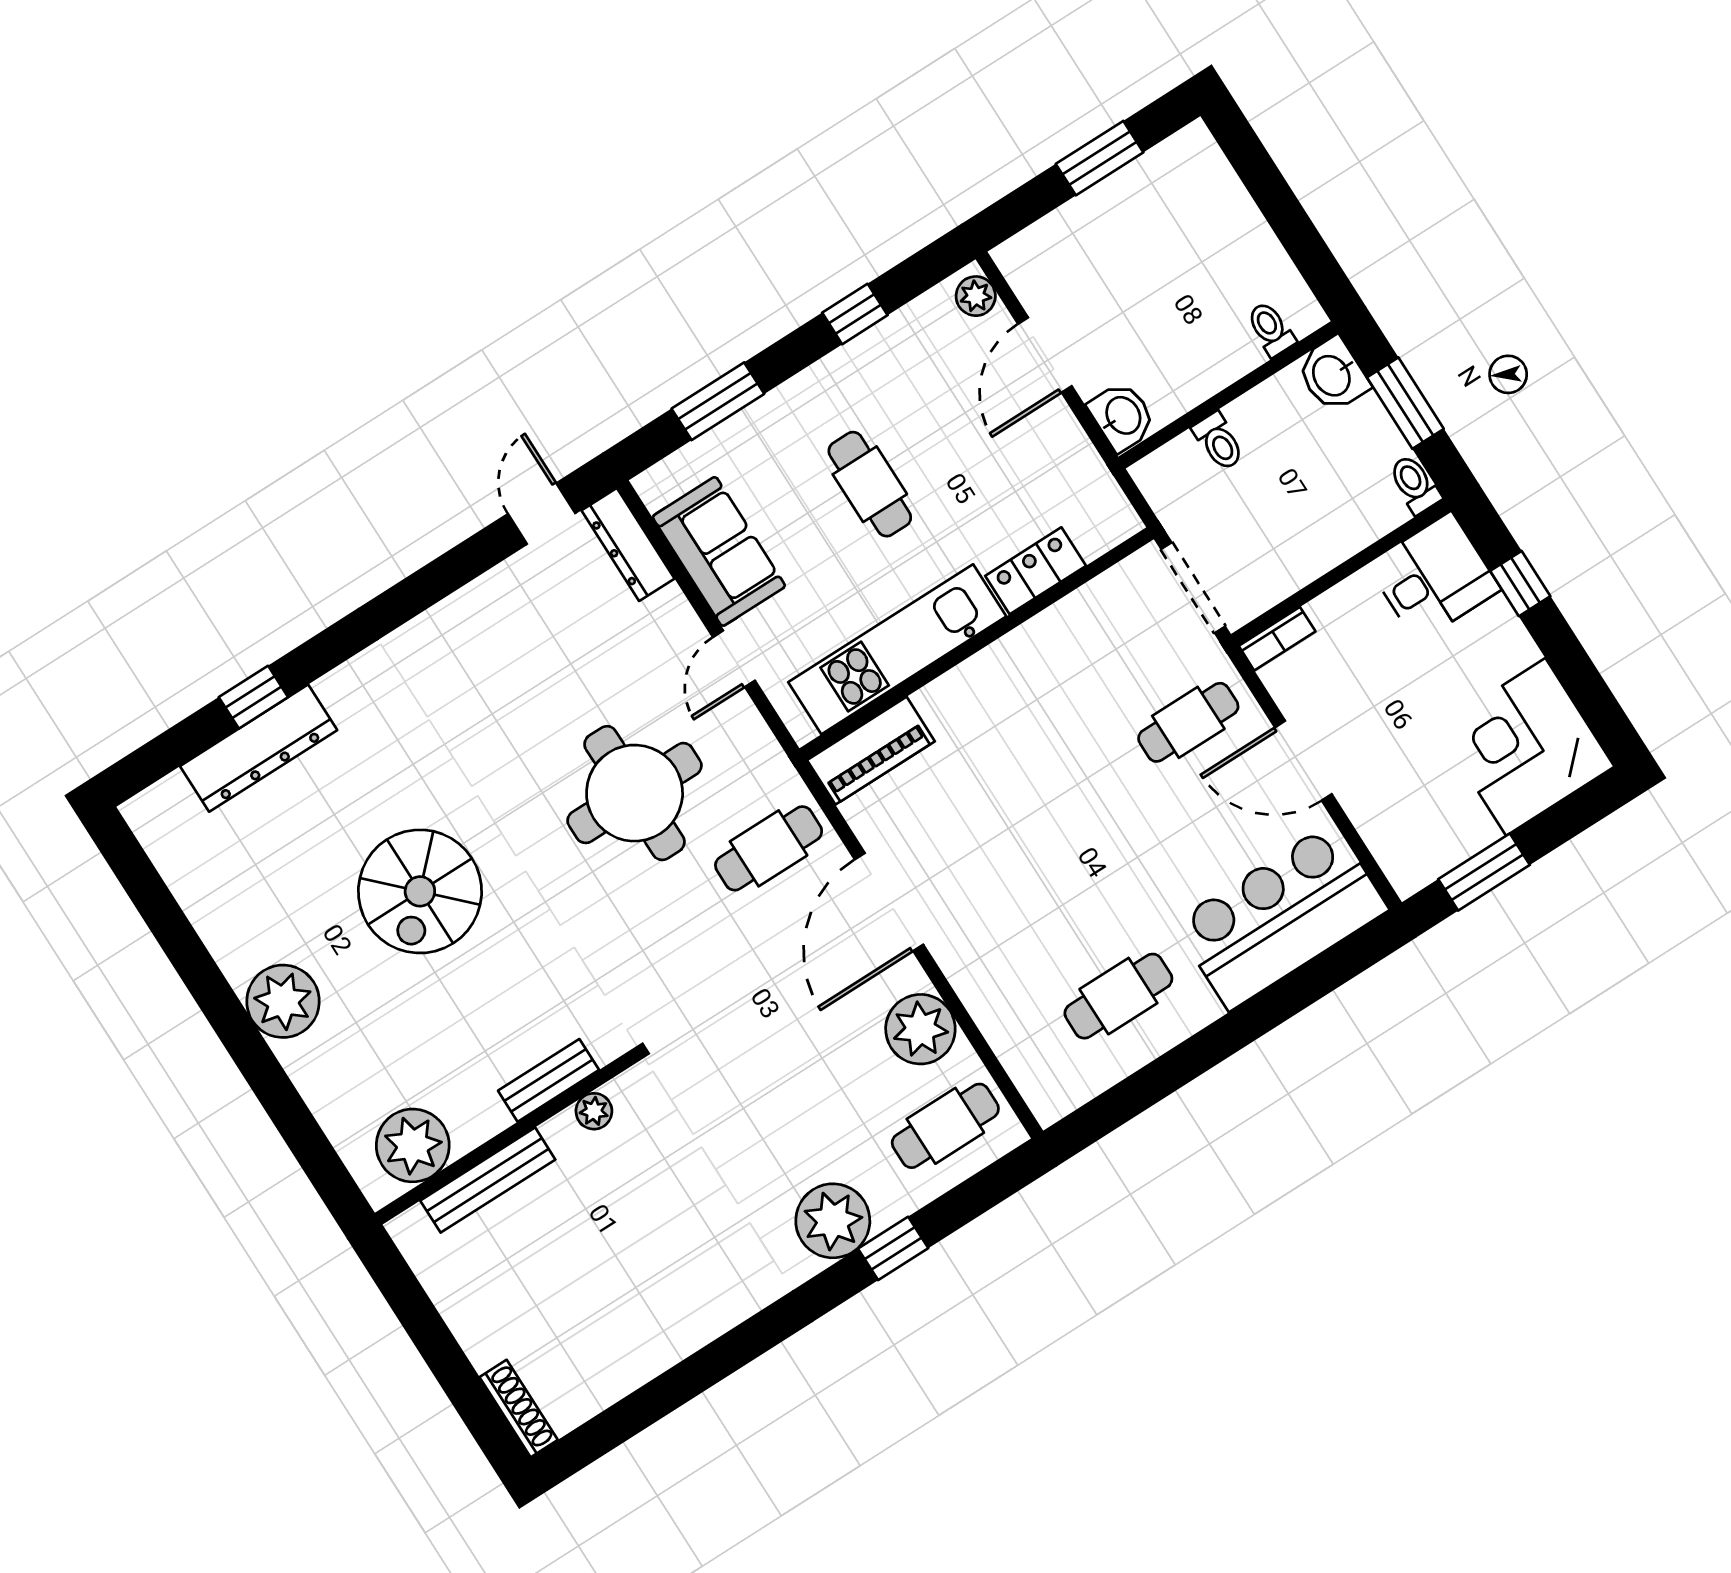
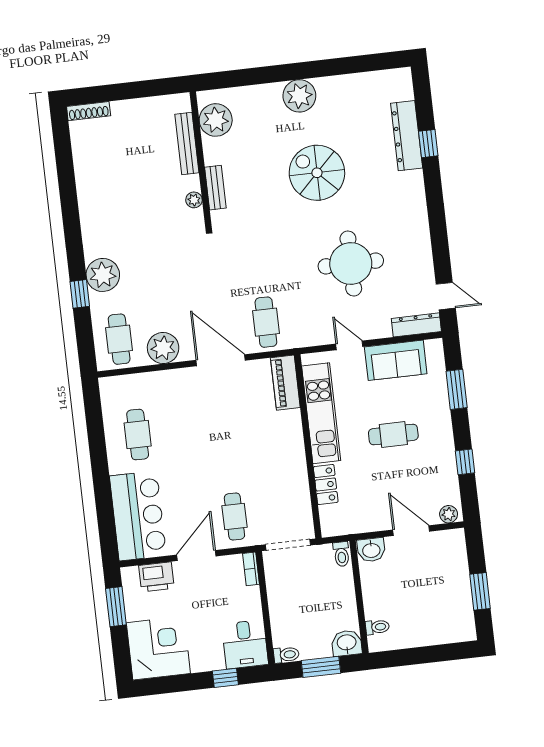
toilet: (1219, 441) -> (341, 554), moved, turned -90
round table: (635, 793) -> (351, 264), moved
printer: (1385, 820) -> (156, 577), added

